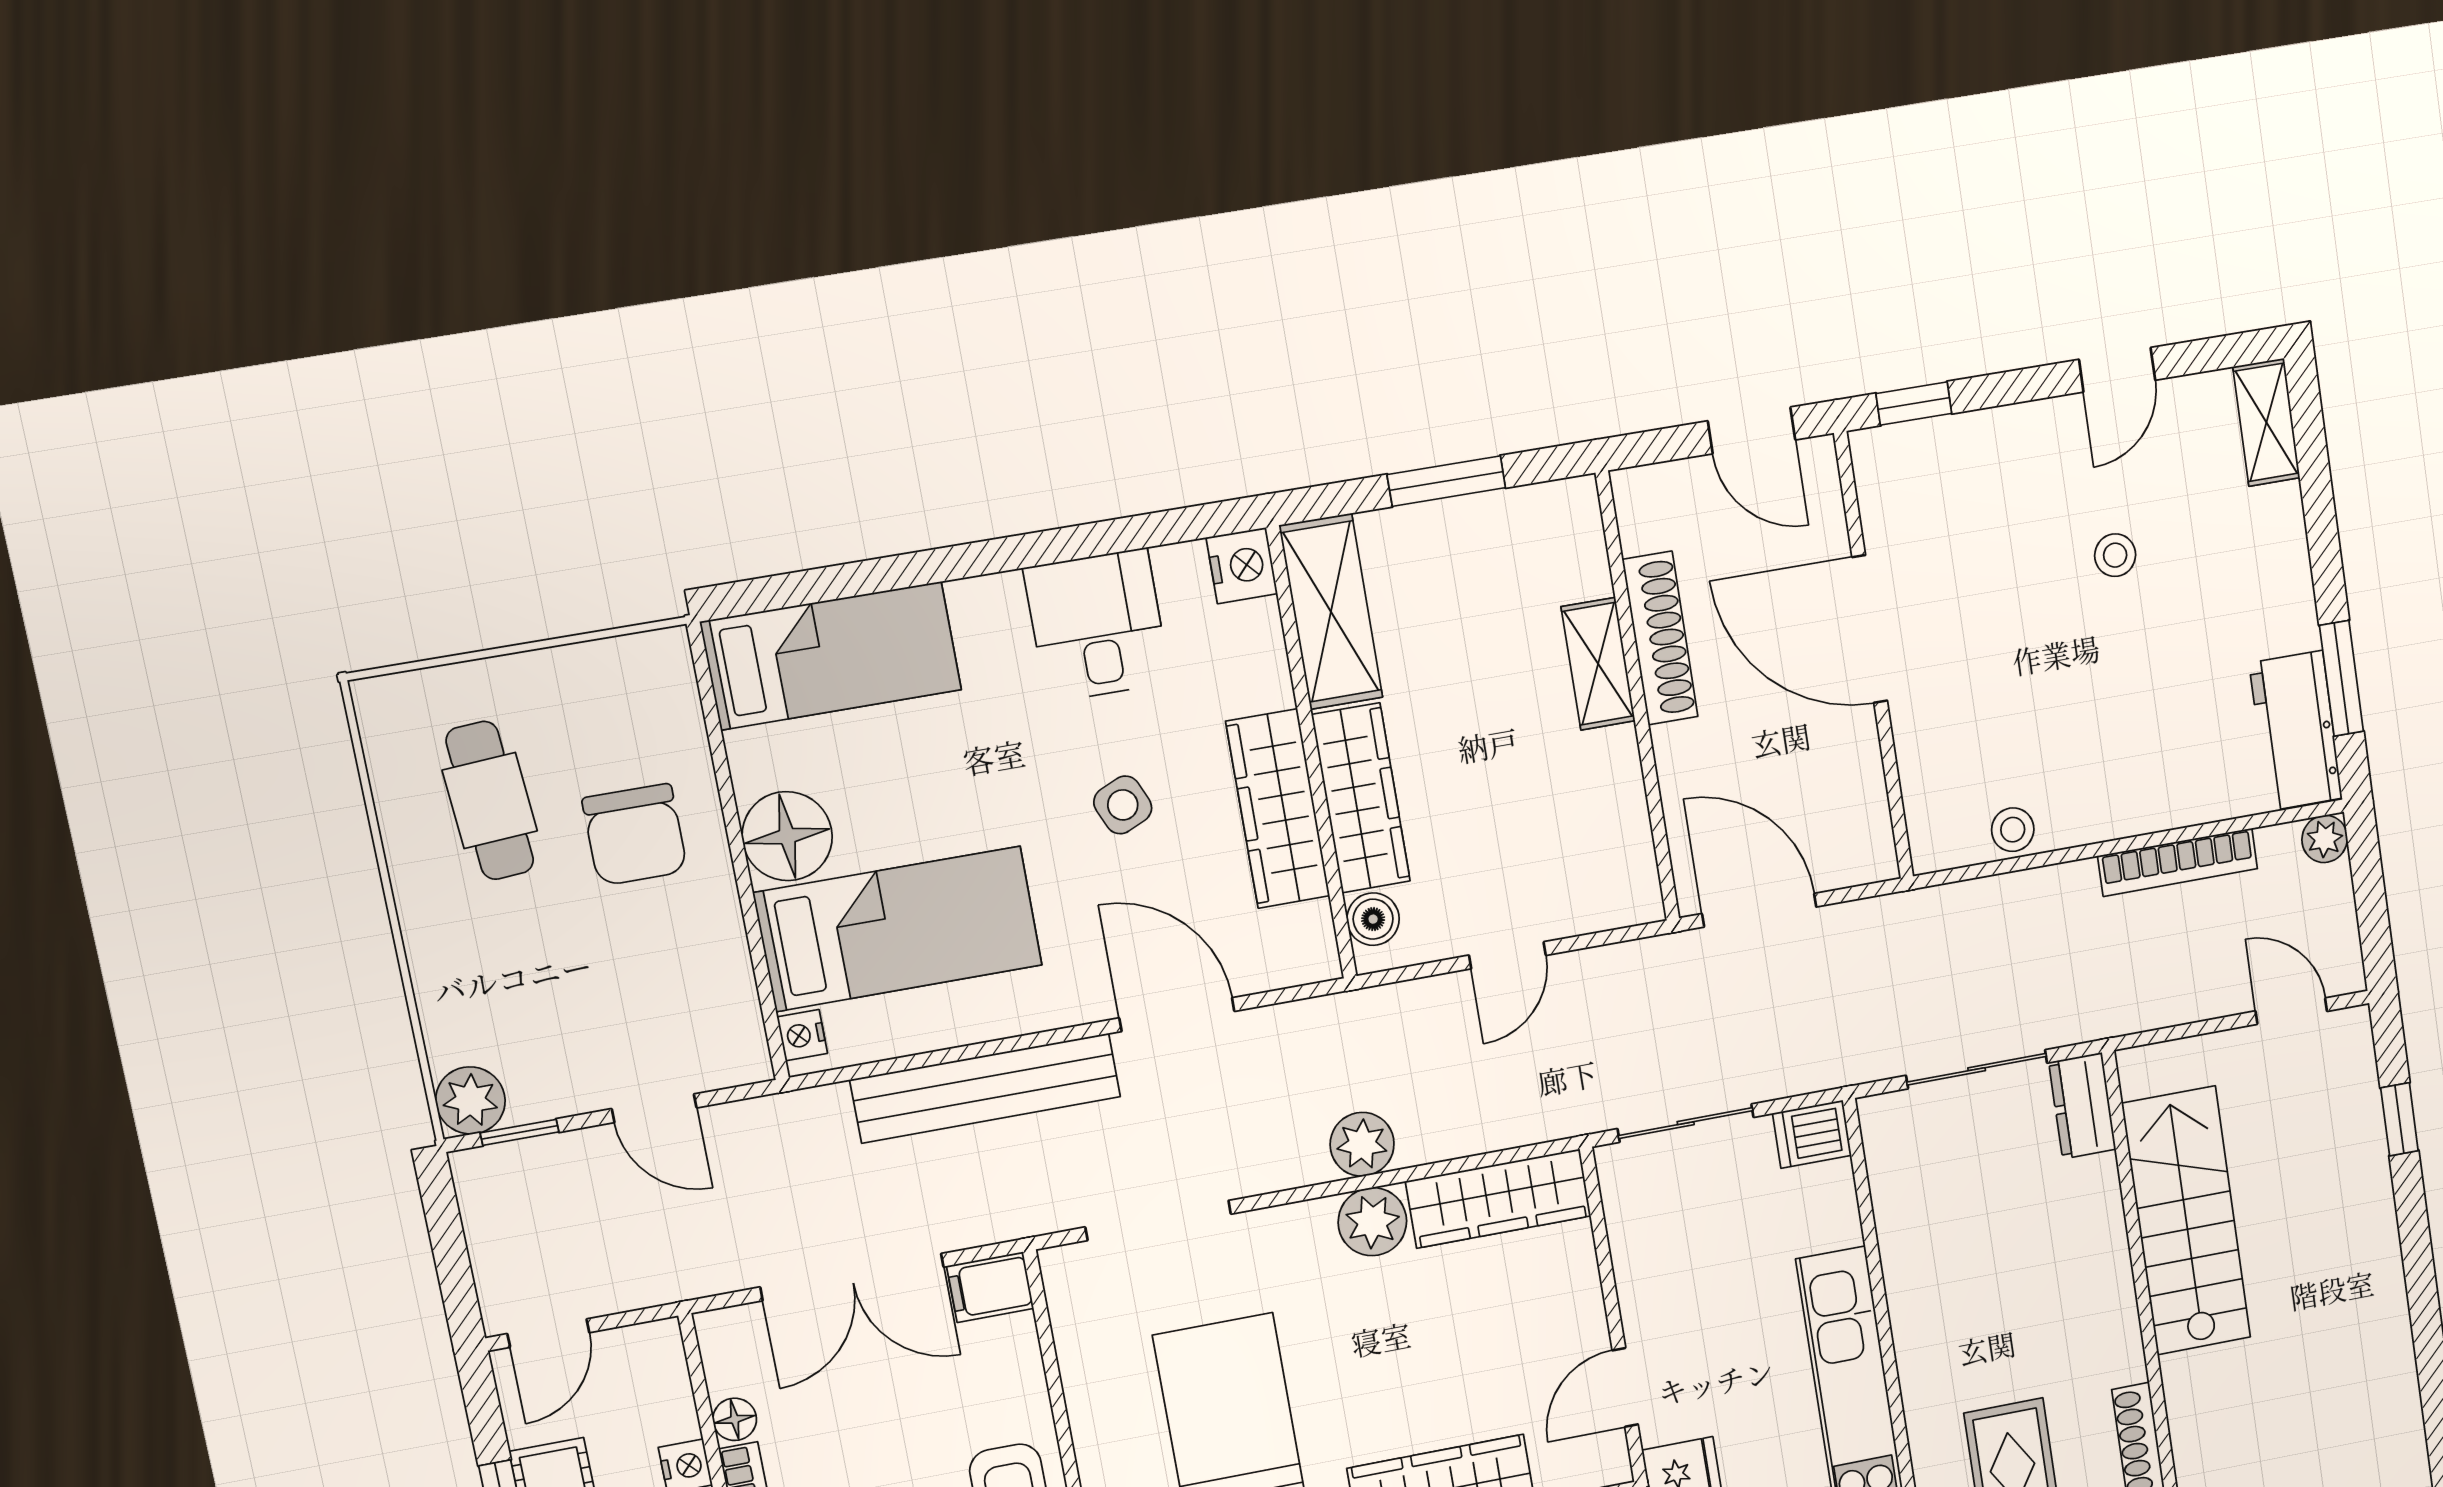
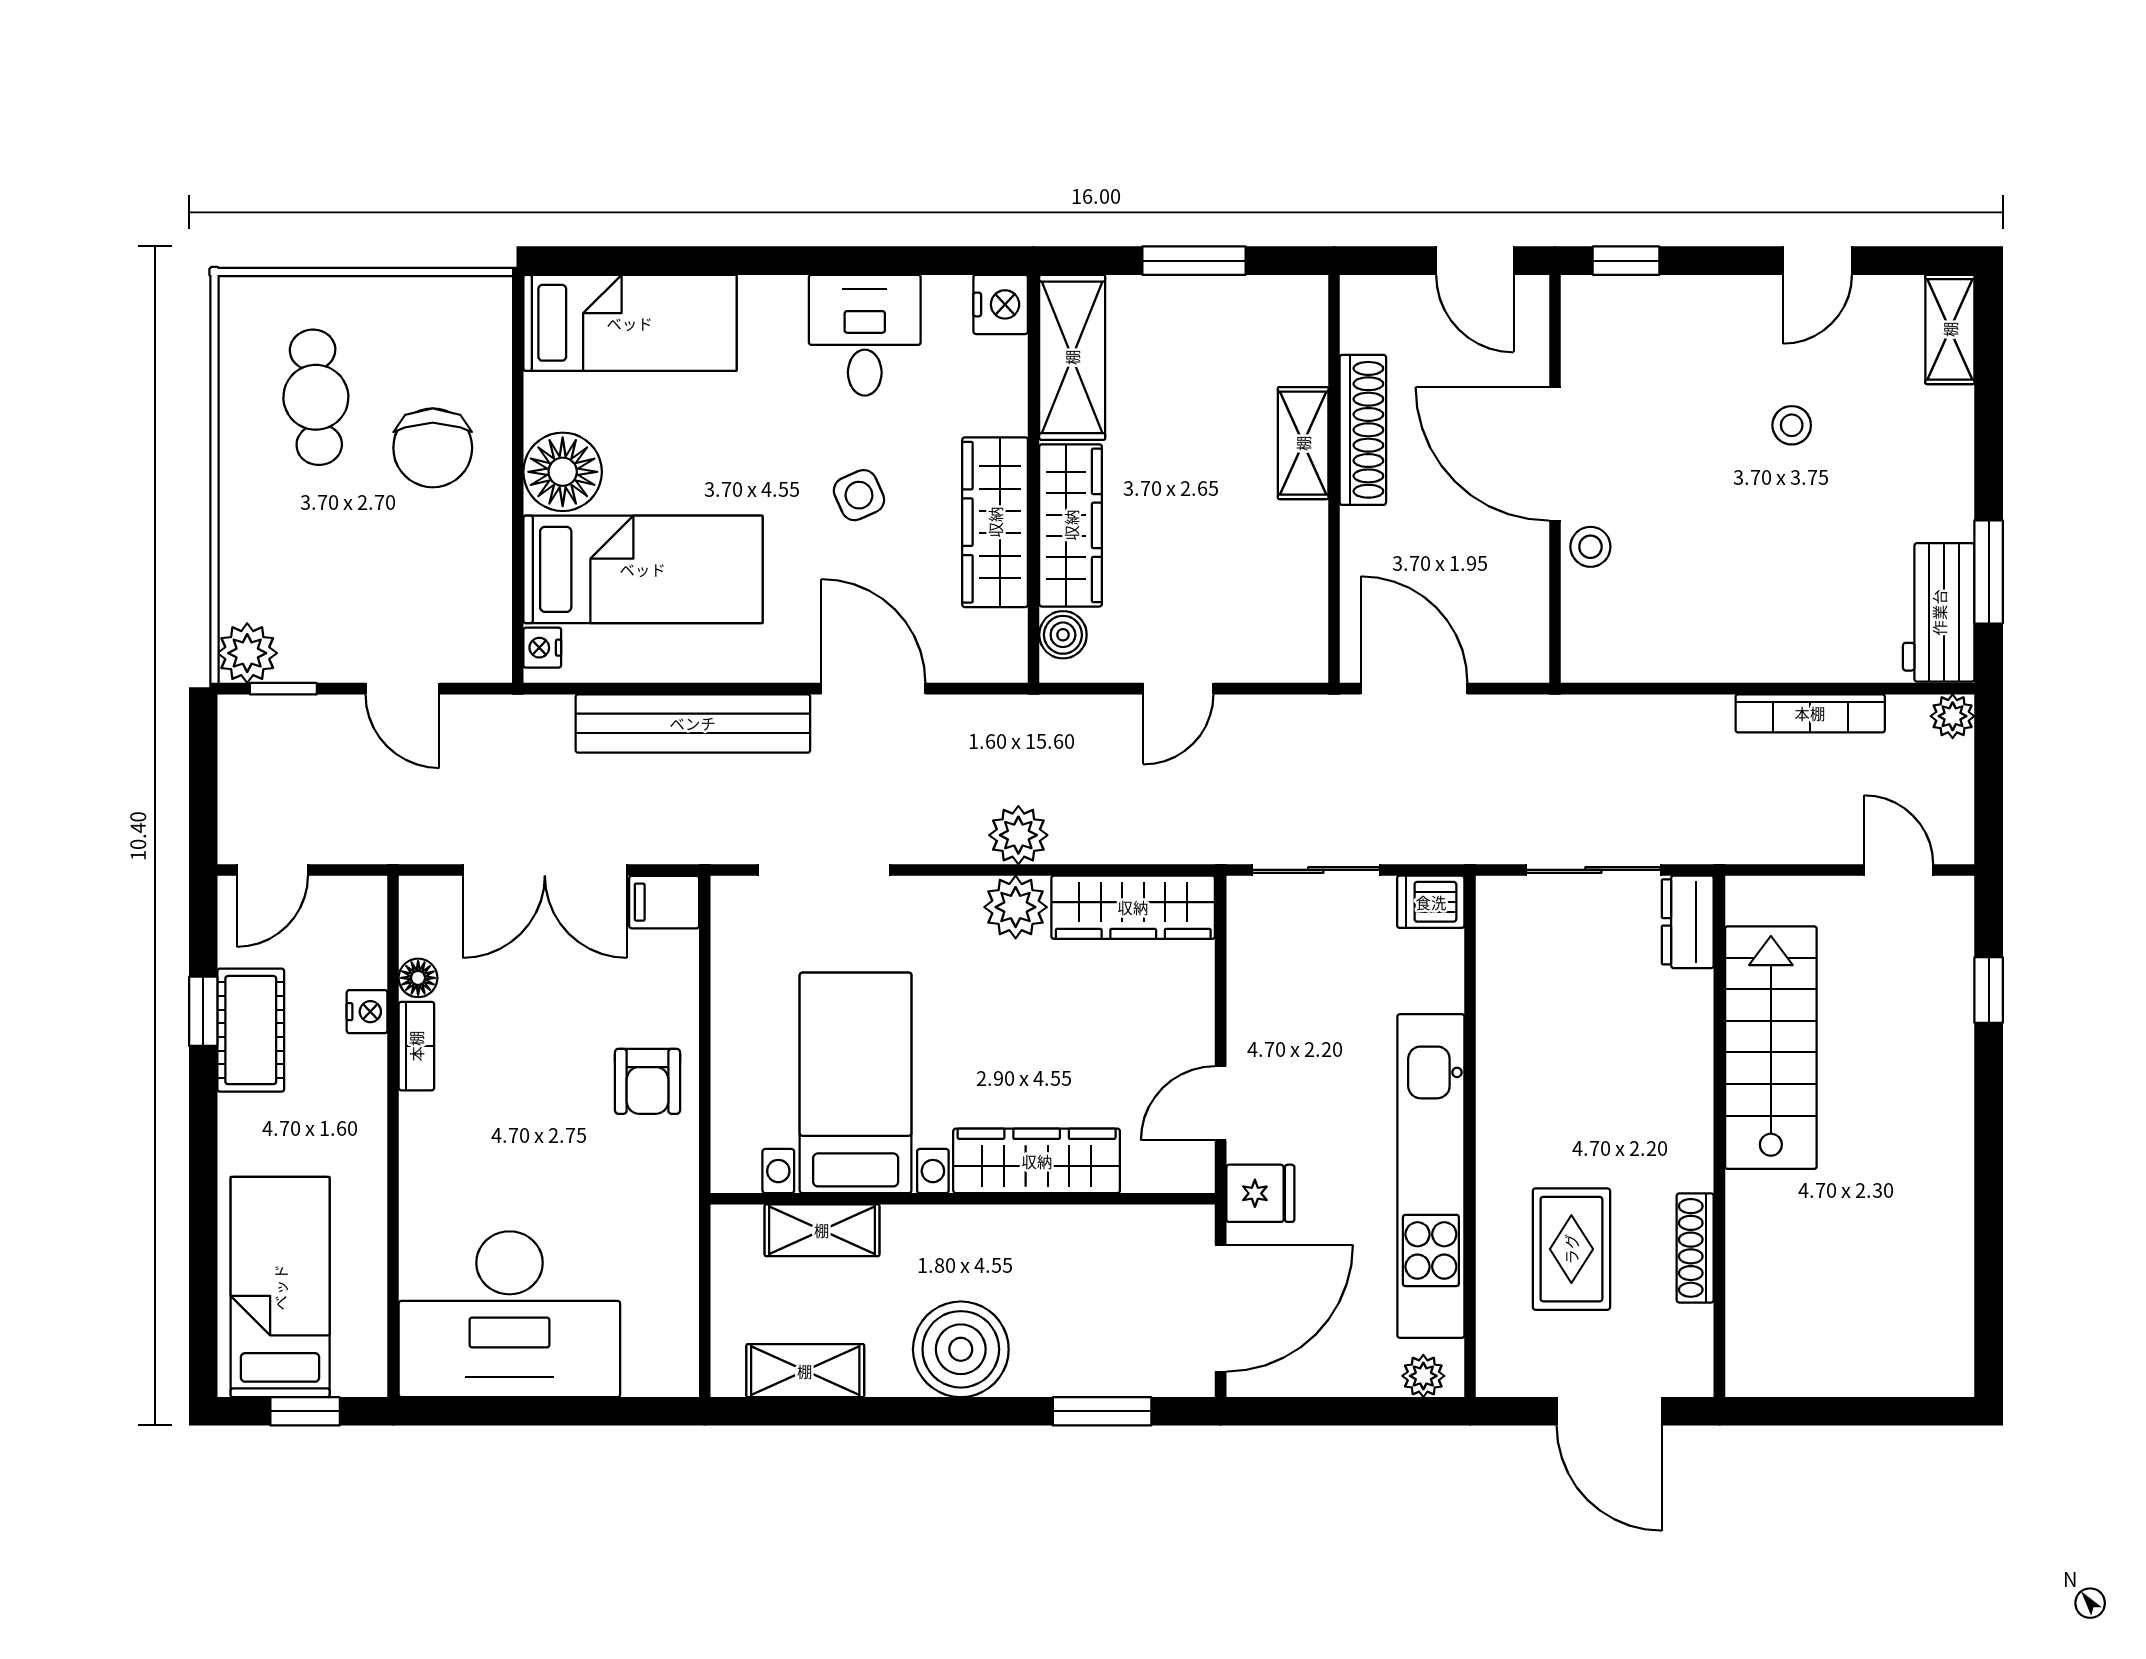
stool: (2013, 830) -> (1590, 547), moved

